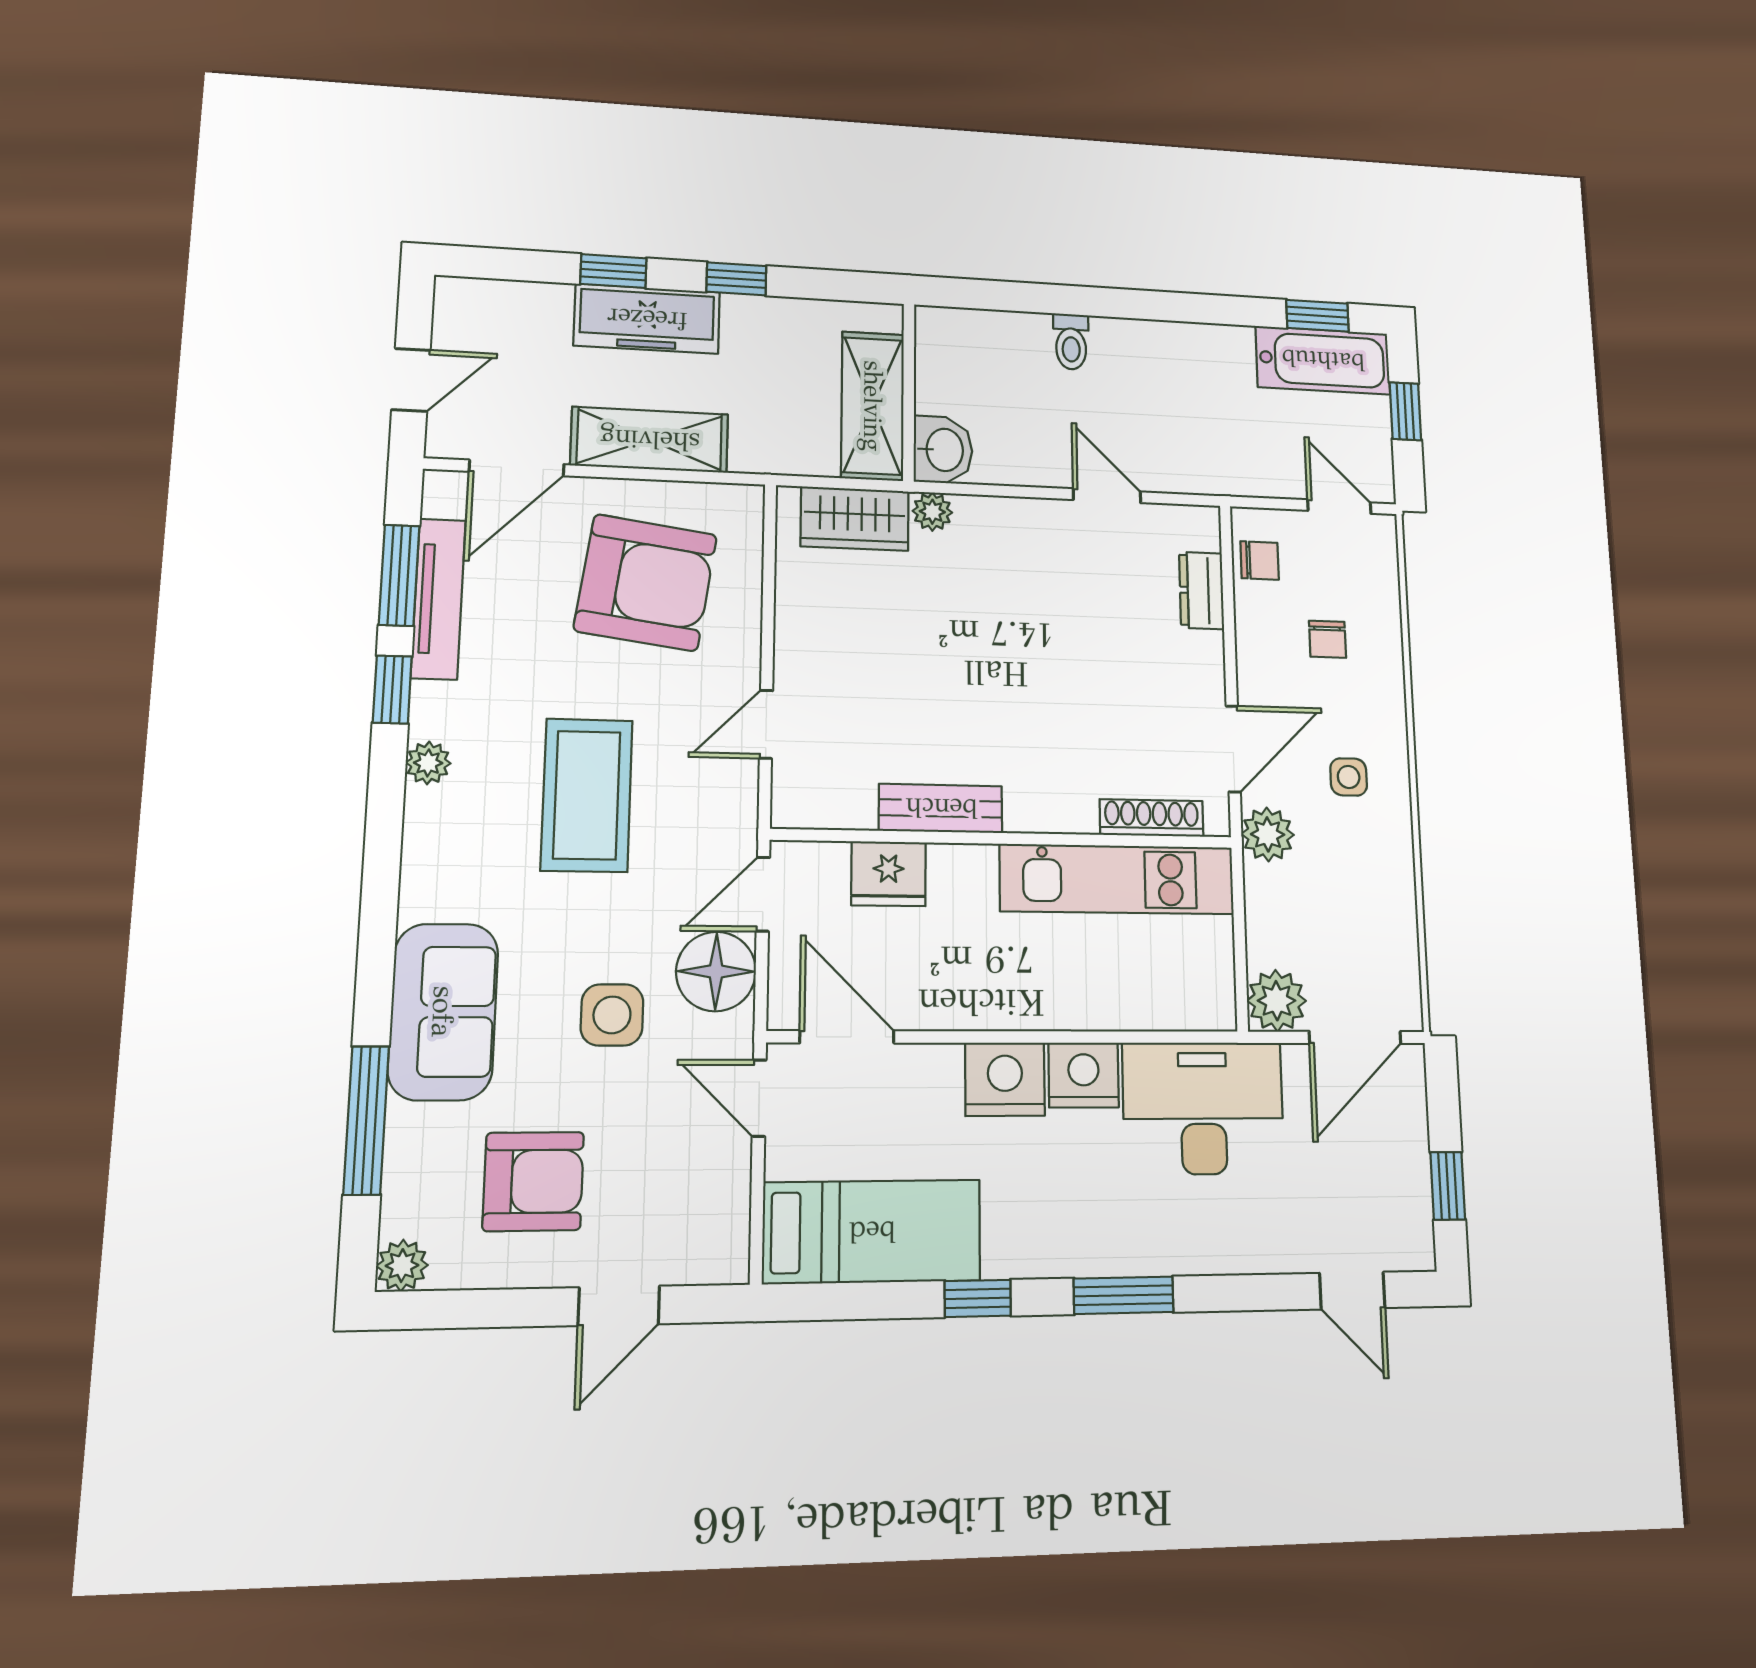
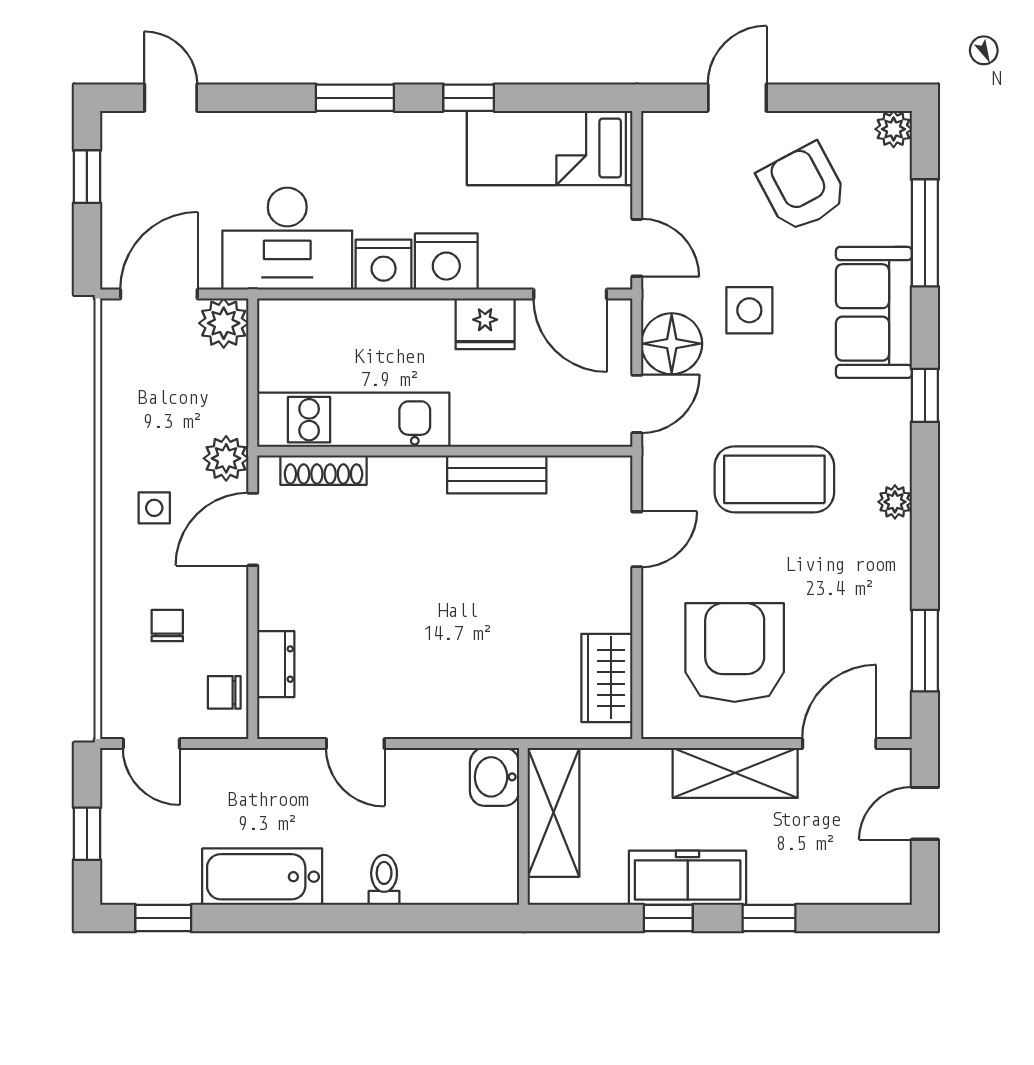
freezer: (647, 319) -> (688, 878), moved
bathtub: (1323, 360) -> (262, 877), moved
plant: (932, 512) -> (503, 723), removed
wardrobe: (855, 519) -> (607, 678), moved, turned -90
armchair: (646, 583) -> (735, 652), turned 82
tv unit: (438, 599) -> (894, 633), removed
window: (392, 689) -> (925, 395), moved
coffee table: (587, 795) -> (774, 479), turned 90
fridge: (889, 874) -> (485, 324), moved, turned 180
armchair: (533, 1181) -> (803, 188), turned 62

